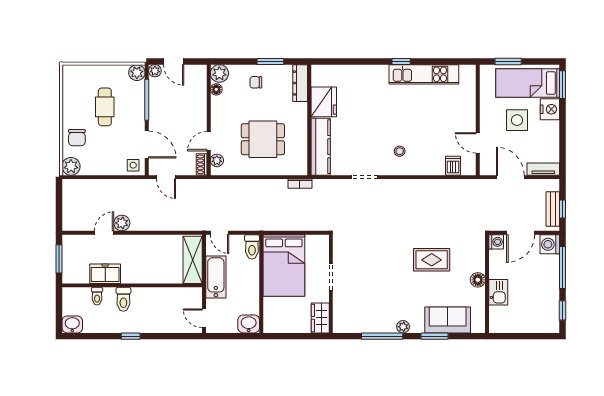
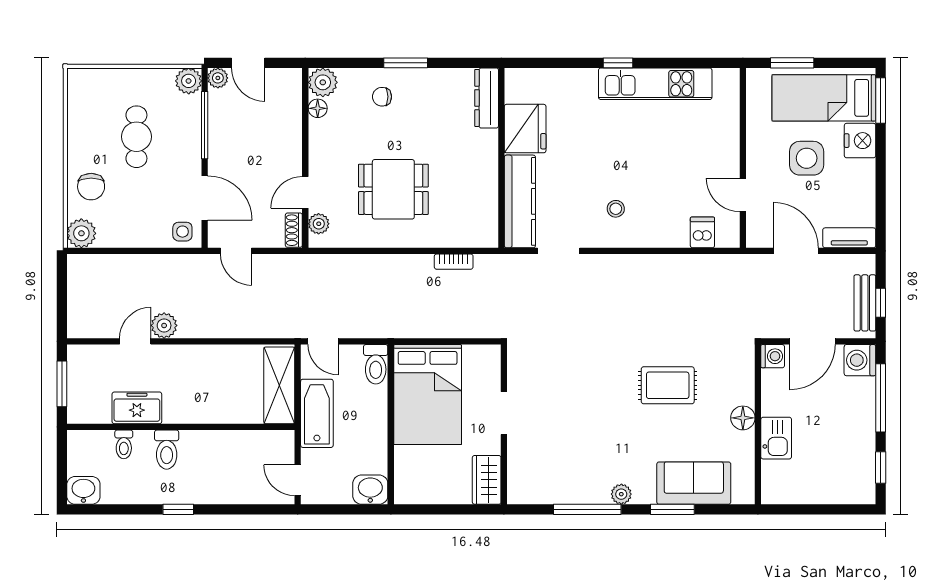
dresser: (300, 83) -> (487, 98), moved
fridge: (324, 102) -> (525, 129), moved
wall: (309, 120) -> (501, 158), moved
kitchen counter: (321, 147) -> (520, 201), moved

